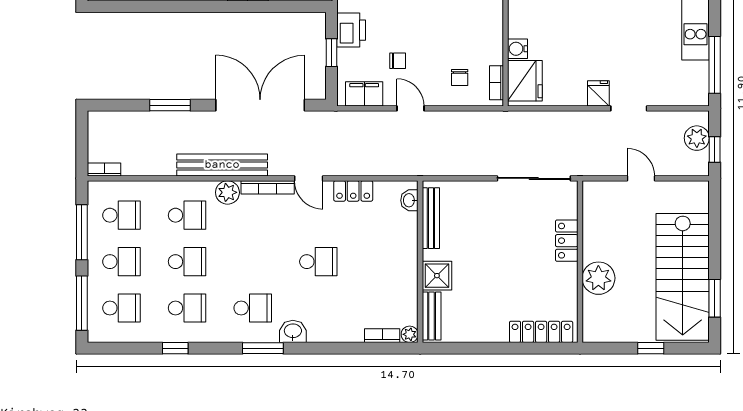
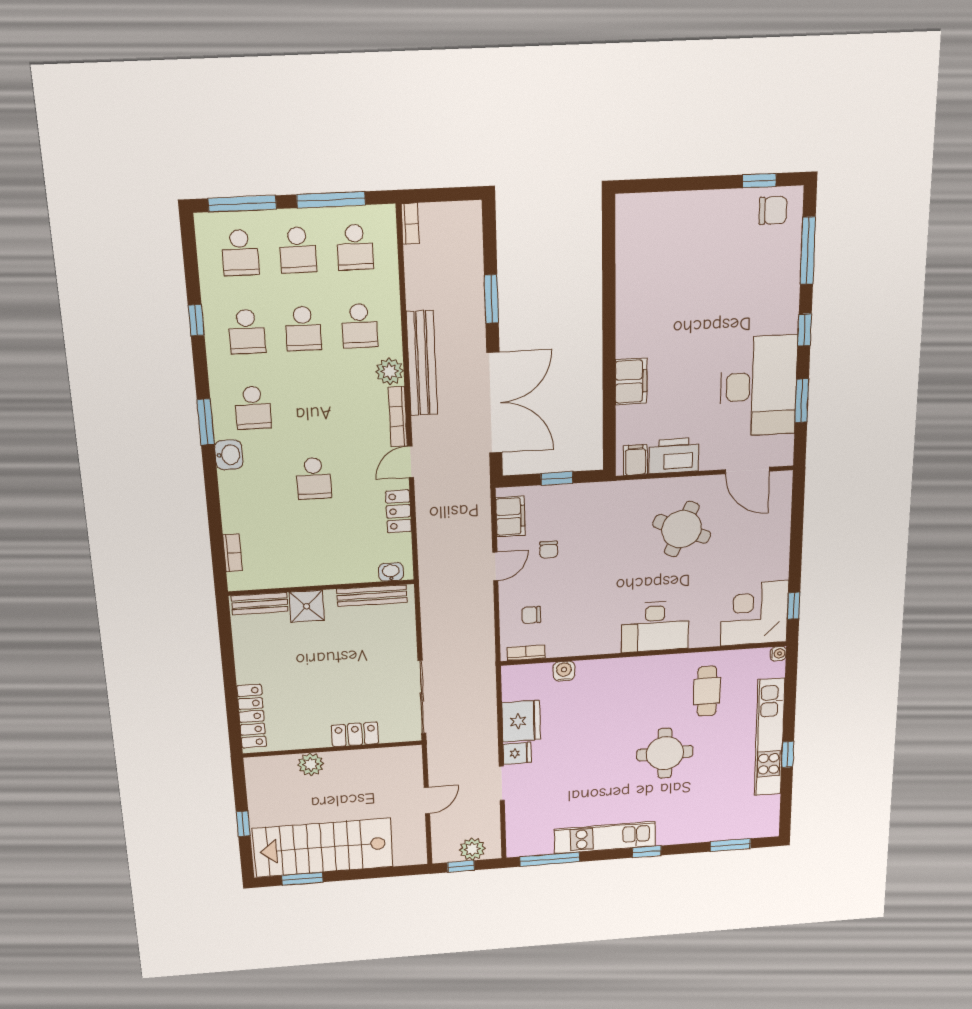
printer: (351, 30) -> (583, 498), removed
fridge: (525, 81) -> (521, 721), moved, turned -90
plant: (598, 278) -> (311, 764), width x0.73, depth x0.73
plant: (410, 334) -> (237, 582), removed

